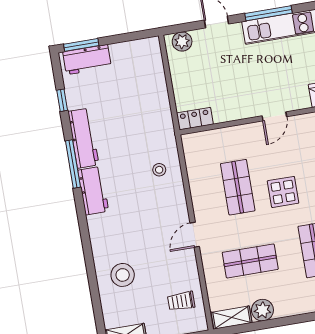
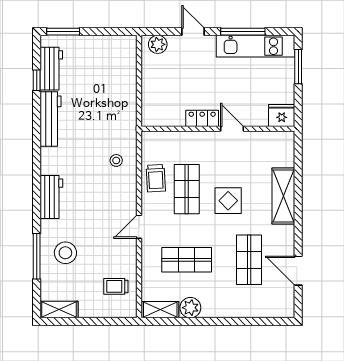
workbench: (87, 60) -> (51, 69), moved, turned -90
door: (274, 116) -> (232, 129), swing flipped
locker: (195, 119) -> (202, 118), moved
window: (73, 164) -> (37, 256), moved
trolley: (204, 181) -> (156, 178), added
workbench: (93, 191) -> (51, 197), moved

